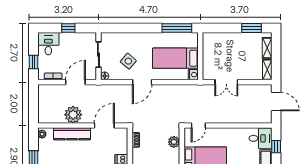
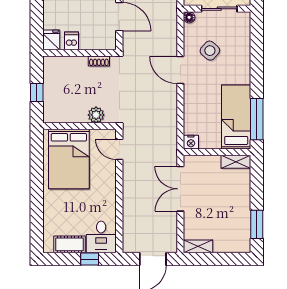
shelving: (267, 48) -> (236, 162), moved
bed: (175, 58) -> (236, 117), moved
double door: (226, 82) -> (180, 189), width x1.37

